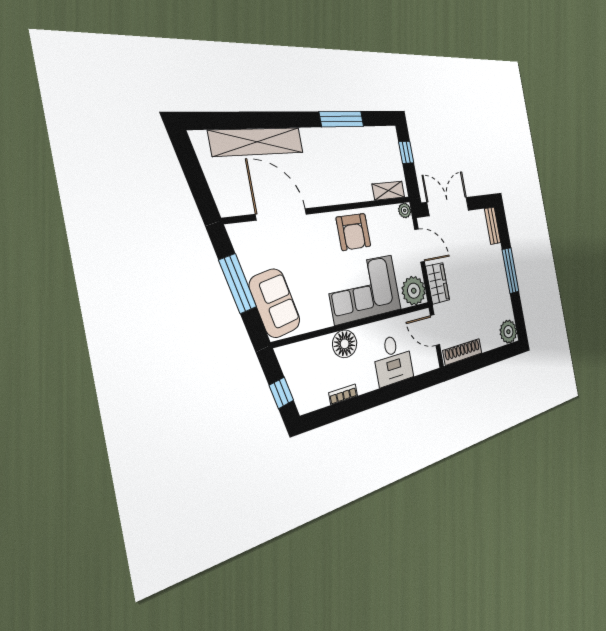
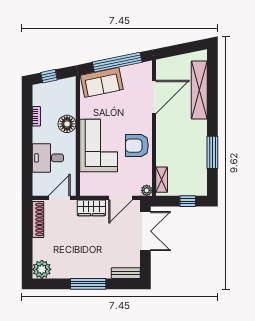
window: (238, 284) -> (117, 62), width x1.46
plant: (414, 291) -> (90, 186), removed

